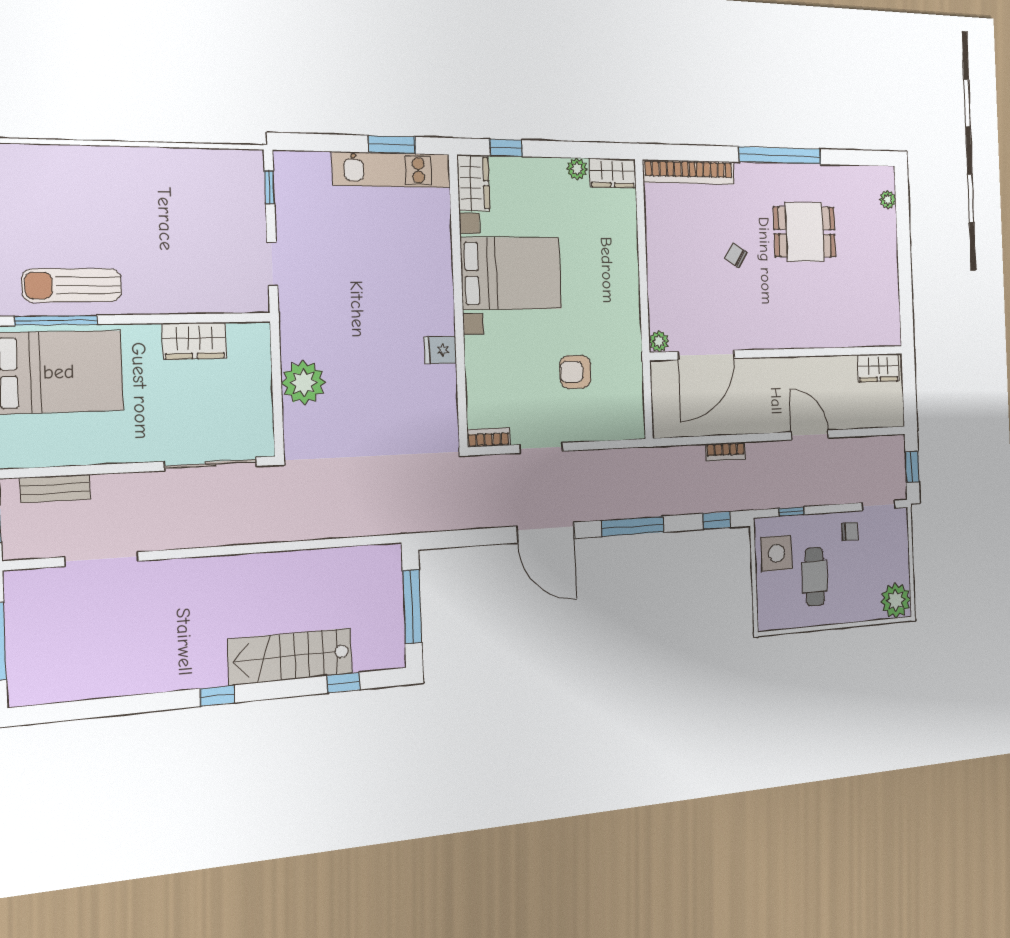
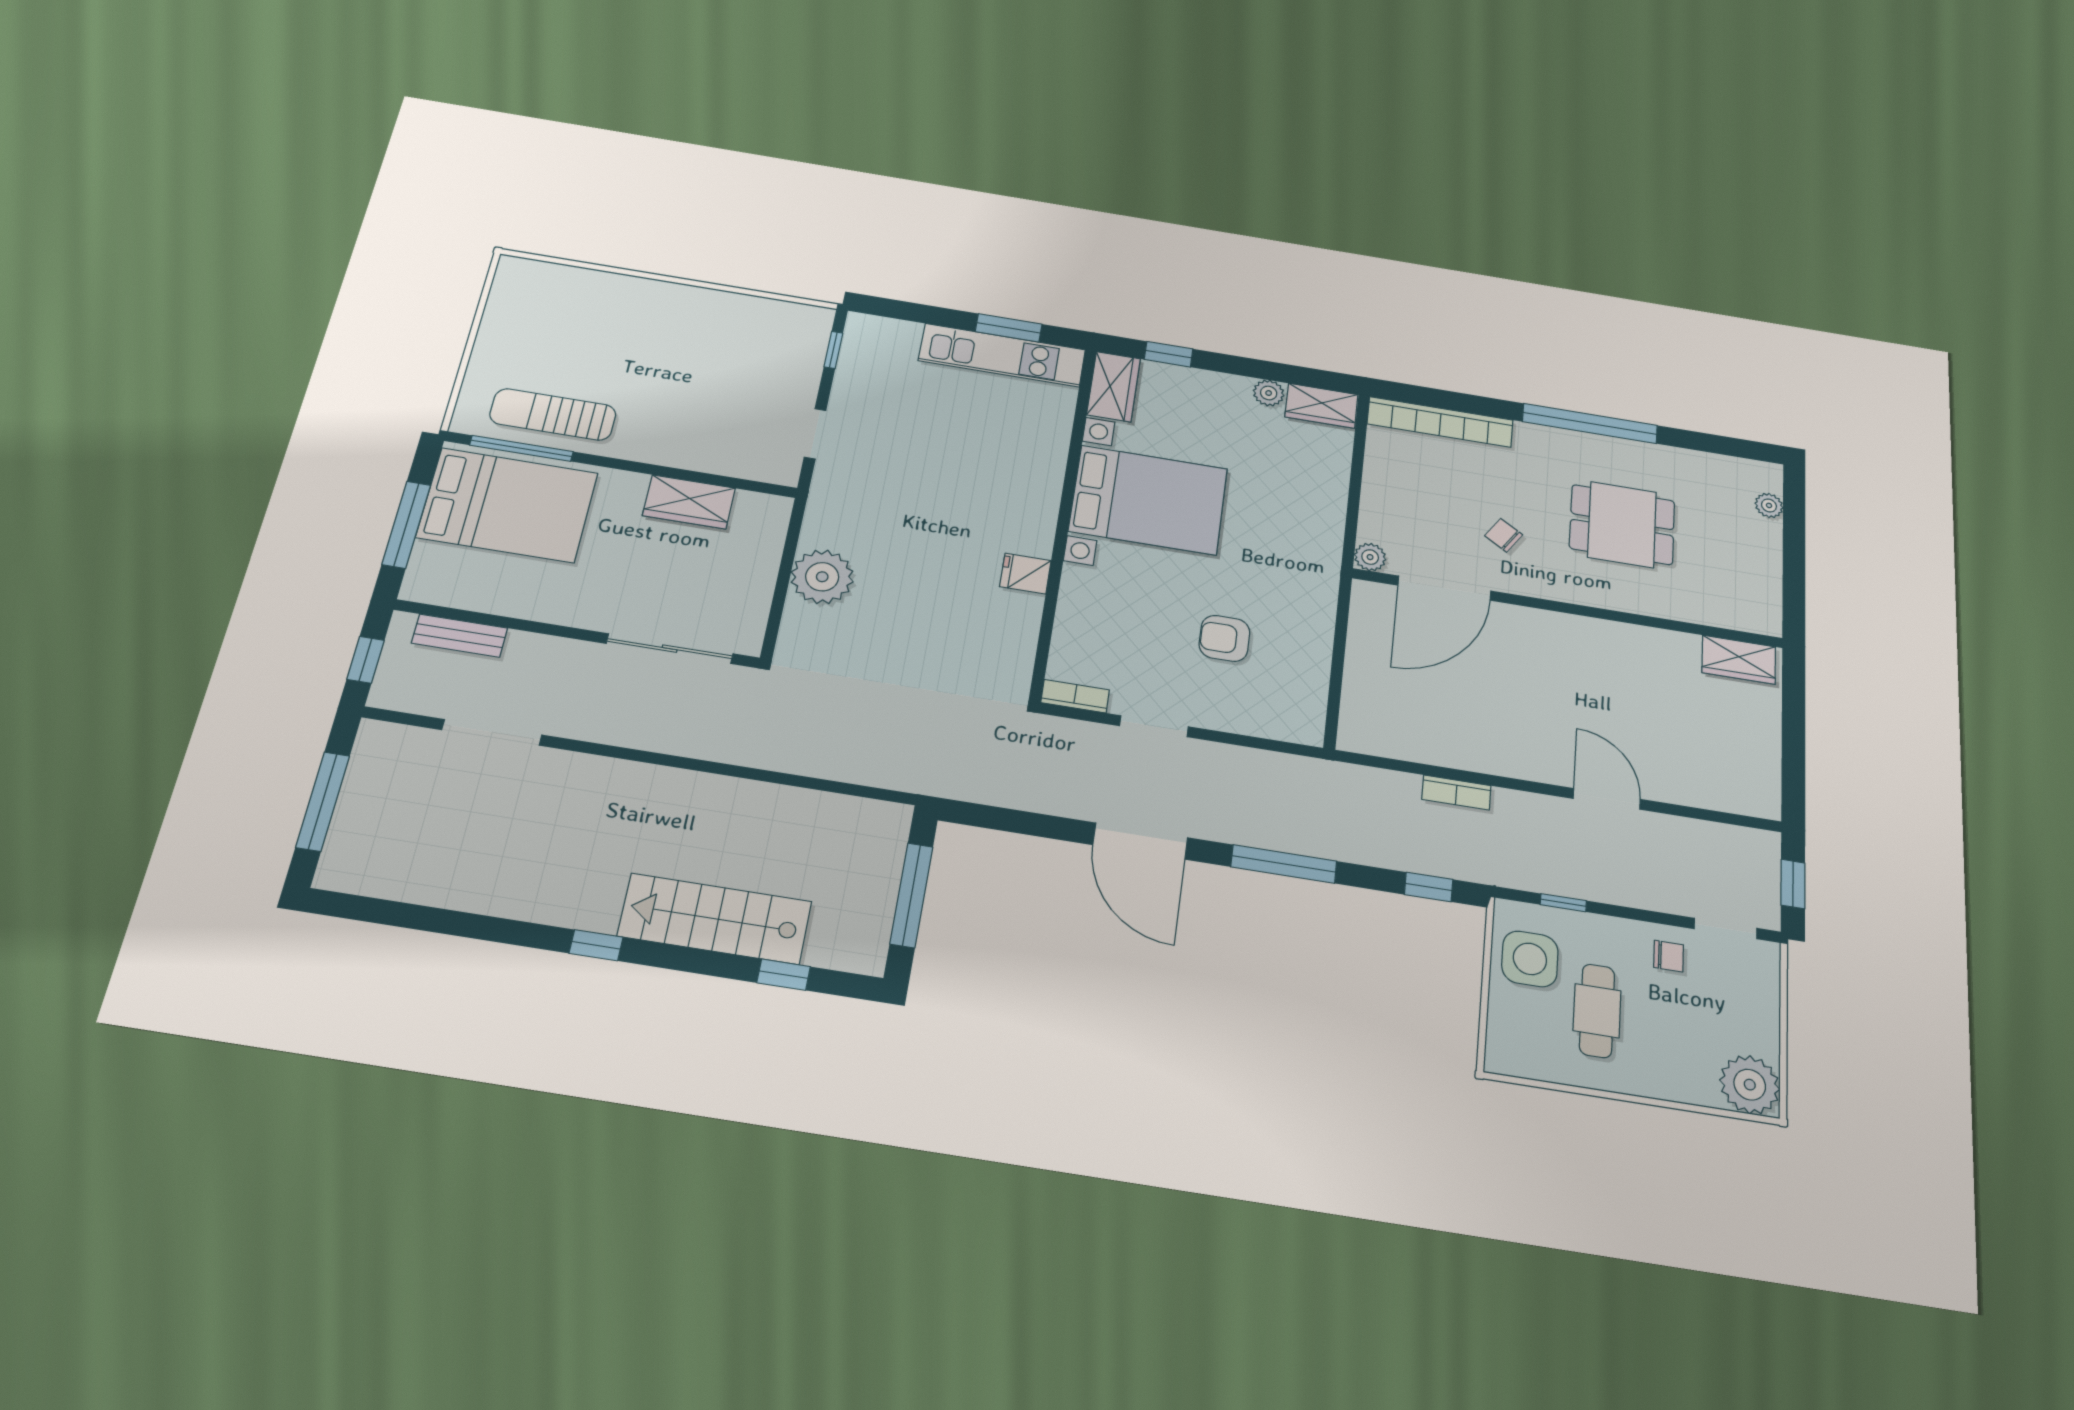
plant: (659, 341) -> (1370, 557), moved
wall: (780, 353) -> (1568, 608), moved
door: (706, 355) -> (1444, 588), moved
wardrobe: (878, 368) -> (1739, 660), moved

